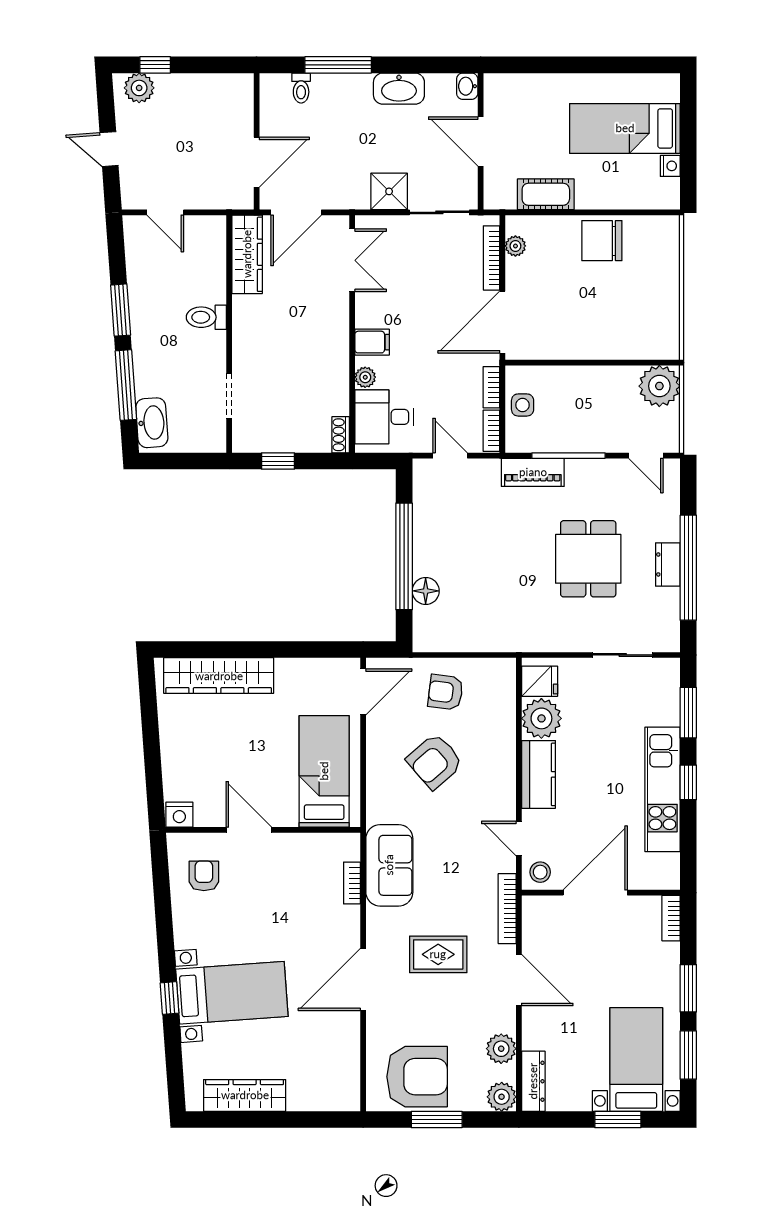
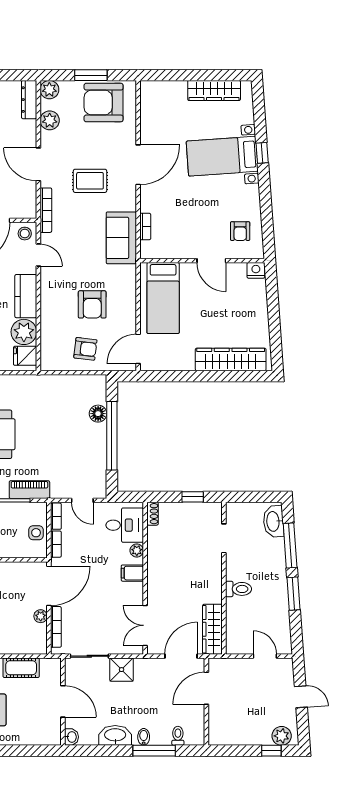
bidet: (354, 86) -> (144, 737), added
plant: (515, 246) -> (41, 616), moved
armchair: (435, 761) -> (92, 304), turned 131

